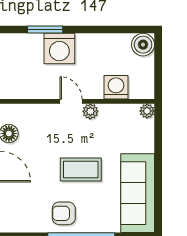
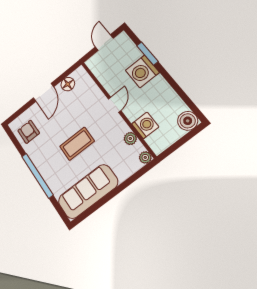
plant: (90, 111) -> (130, 138), moved
coffee table: (81, 170) -> (77, 144), turned 90
armchair: (64, 213) -> (29, 132), moved

